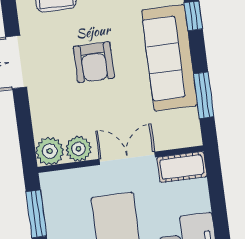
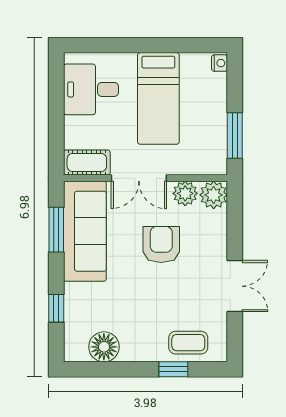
sofa: (169, 58) -> (85, 231), moved
armchair: (94, 62) -> (161, 244), moved

